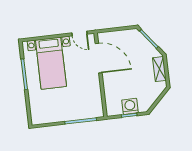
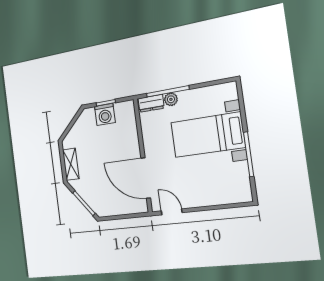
bed with nightstands: (51, 63) -> (208, 135), moved, turned -90
dresser: (93, 113) -> (151, 103), added
plant: (78, 115) -> (171, 99), added

